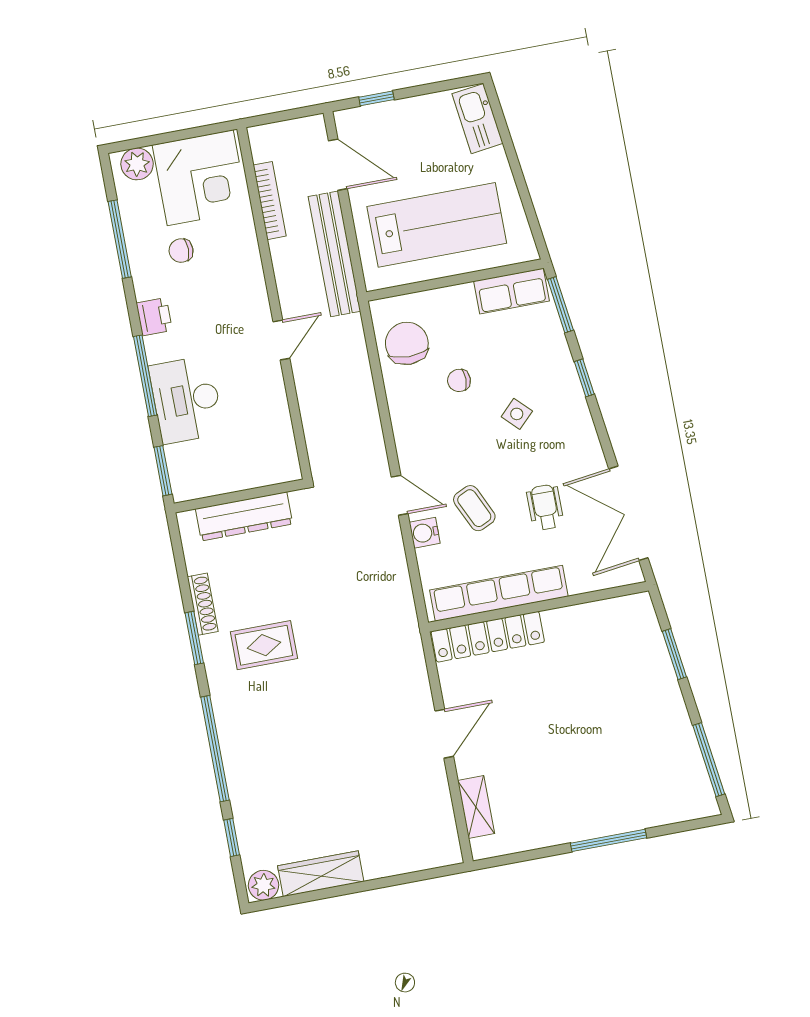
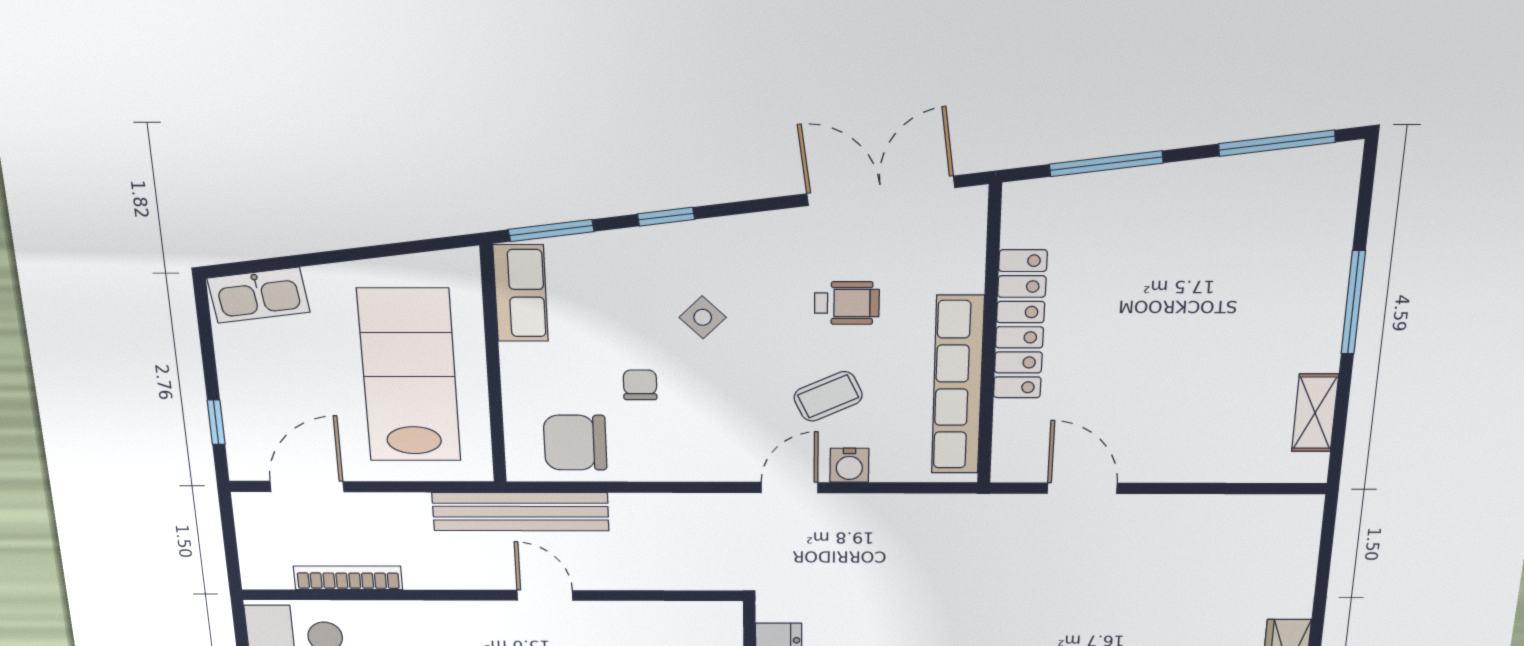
bench: (334, 254) -> (521, 512), moved
chair: (459, 380) -> (640, 385), turned 180
wheelchair: (545, 507) -> (847, 303), turned 180
double door: (628, 513) -> (881, 191), swing flipped
locker: (488, 637) -> (1020, 325), moved
window: (674, 654) -> (1106, 164), width x1.44
door: (444, 734) -> (1082, 488), moved
shelving: (476, 807) -> (1315, 413), moved, turned 90

